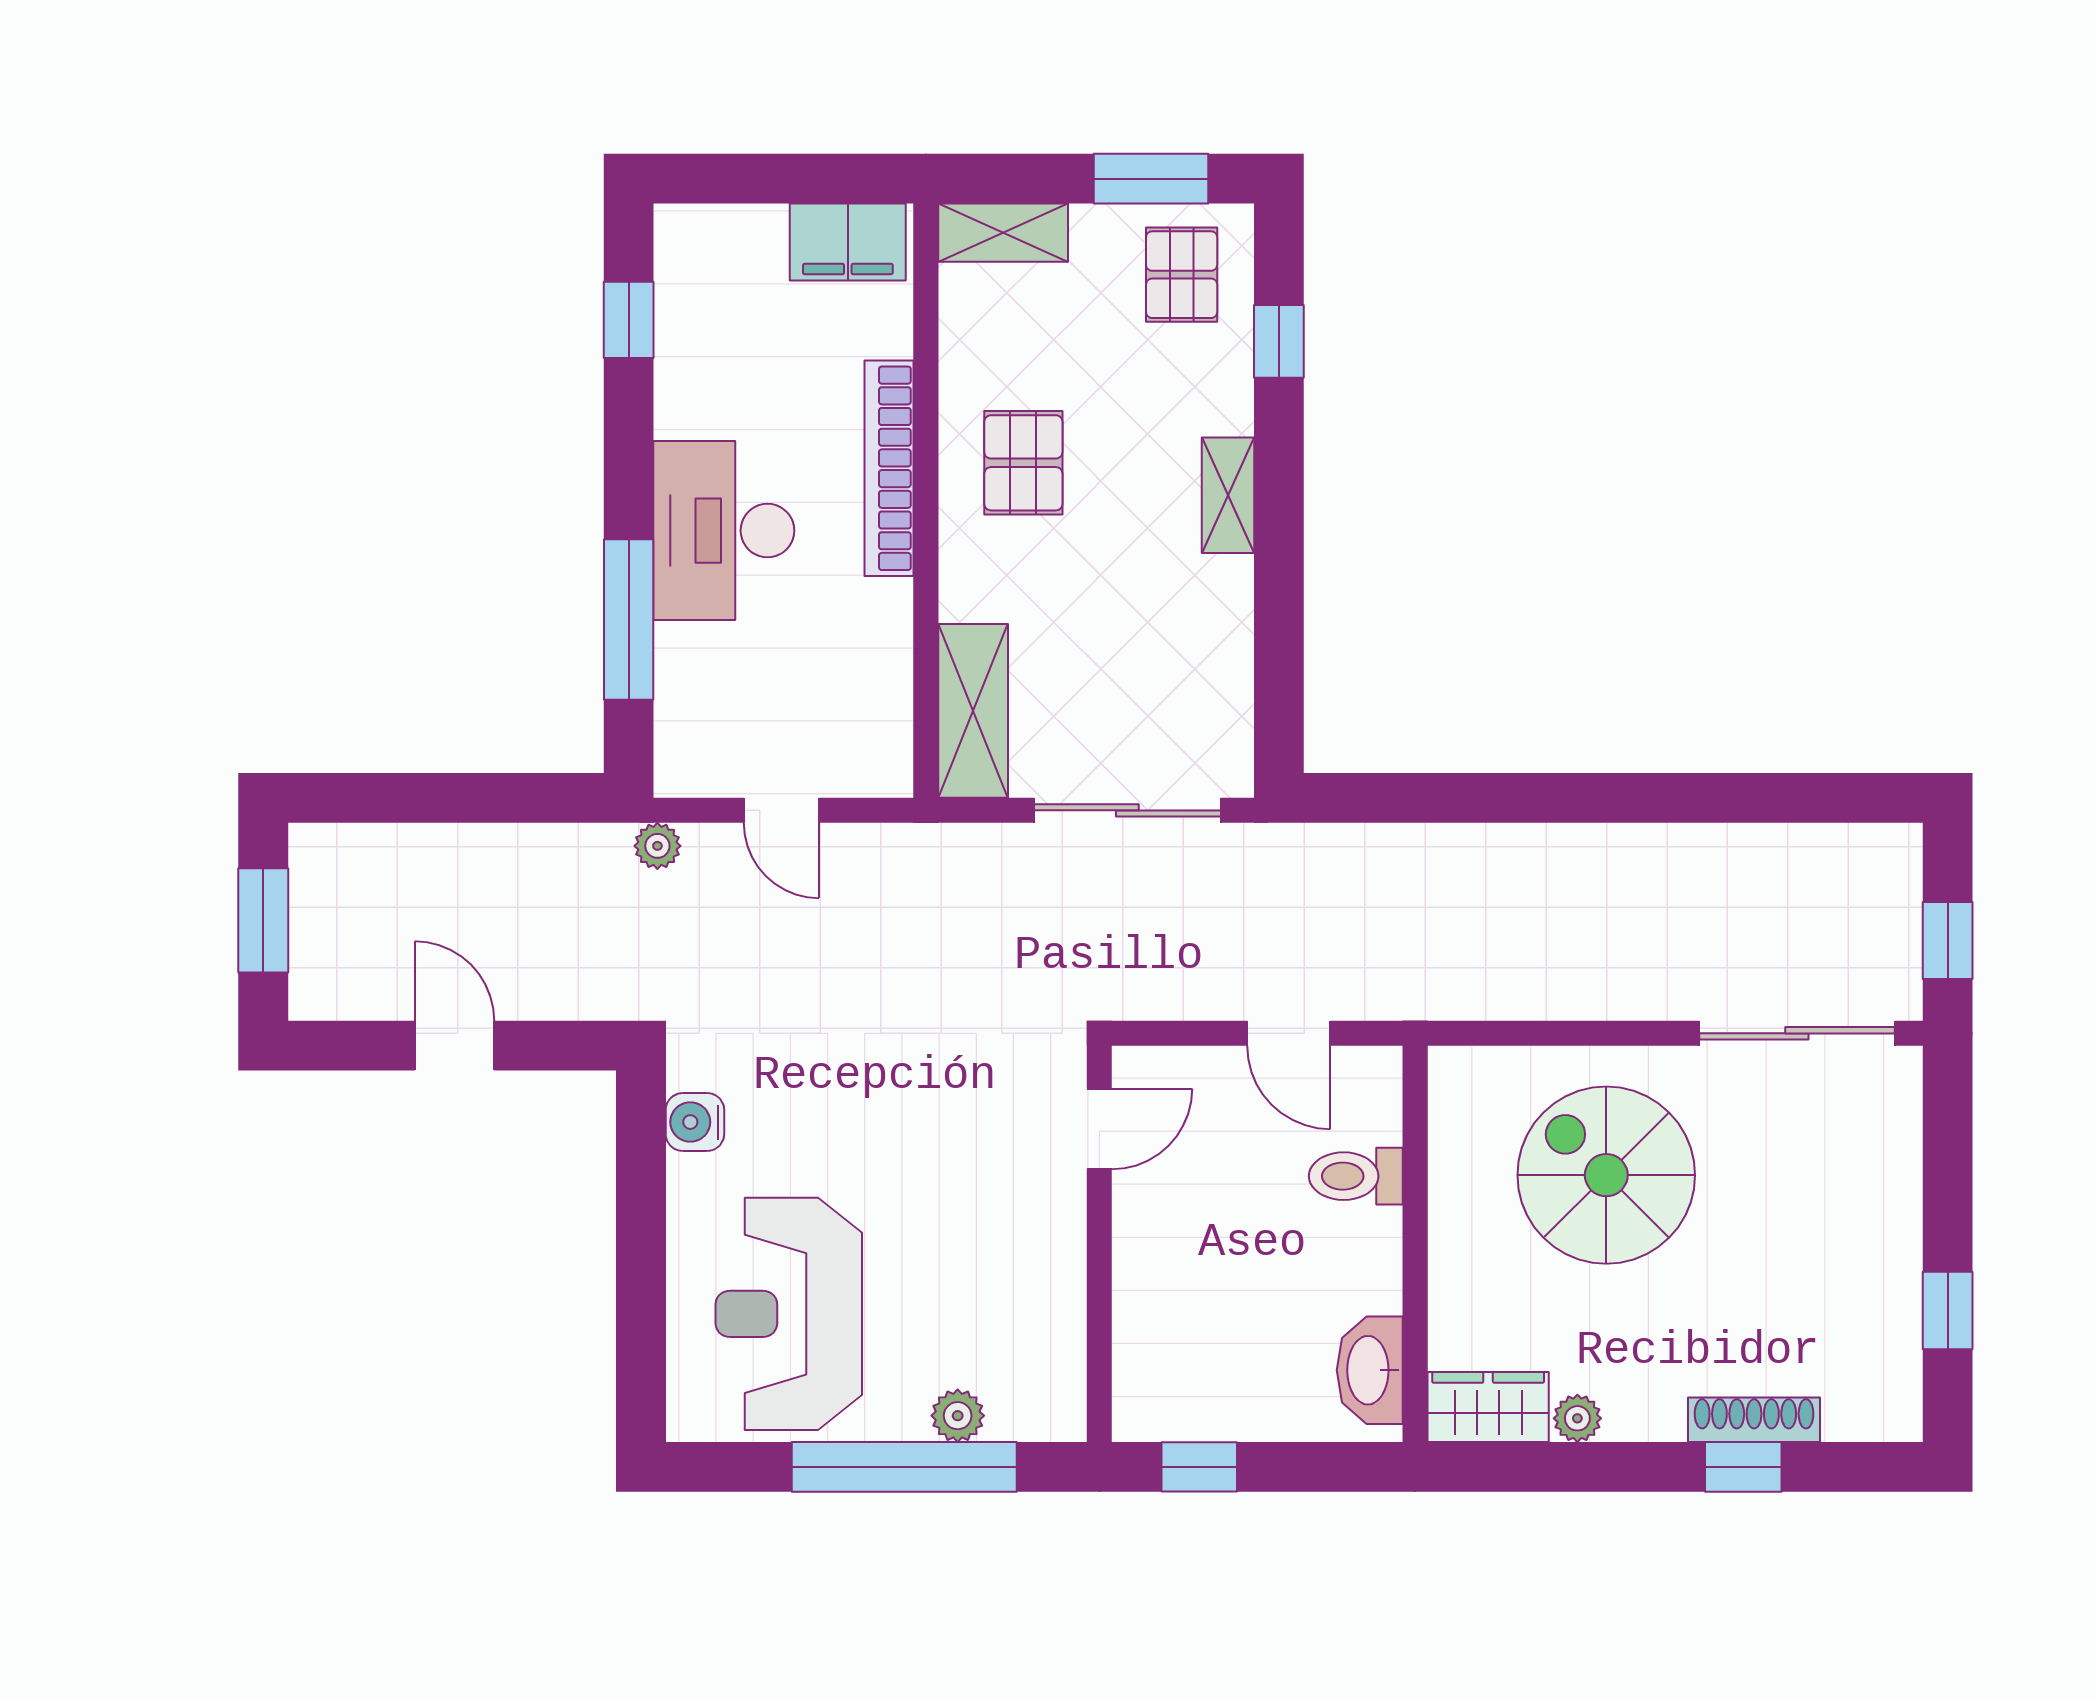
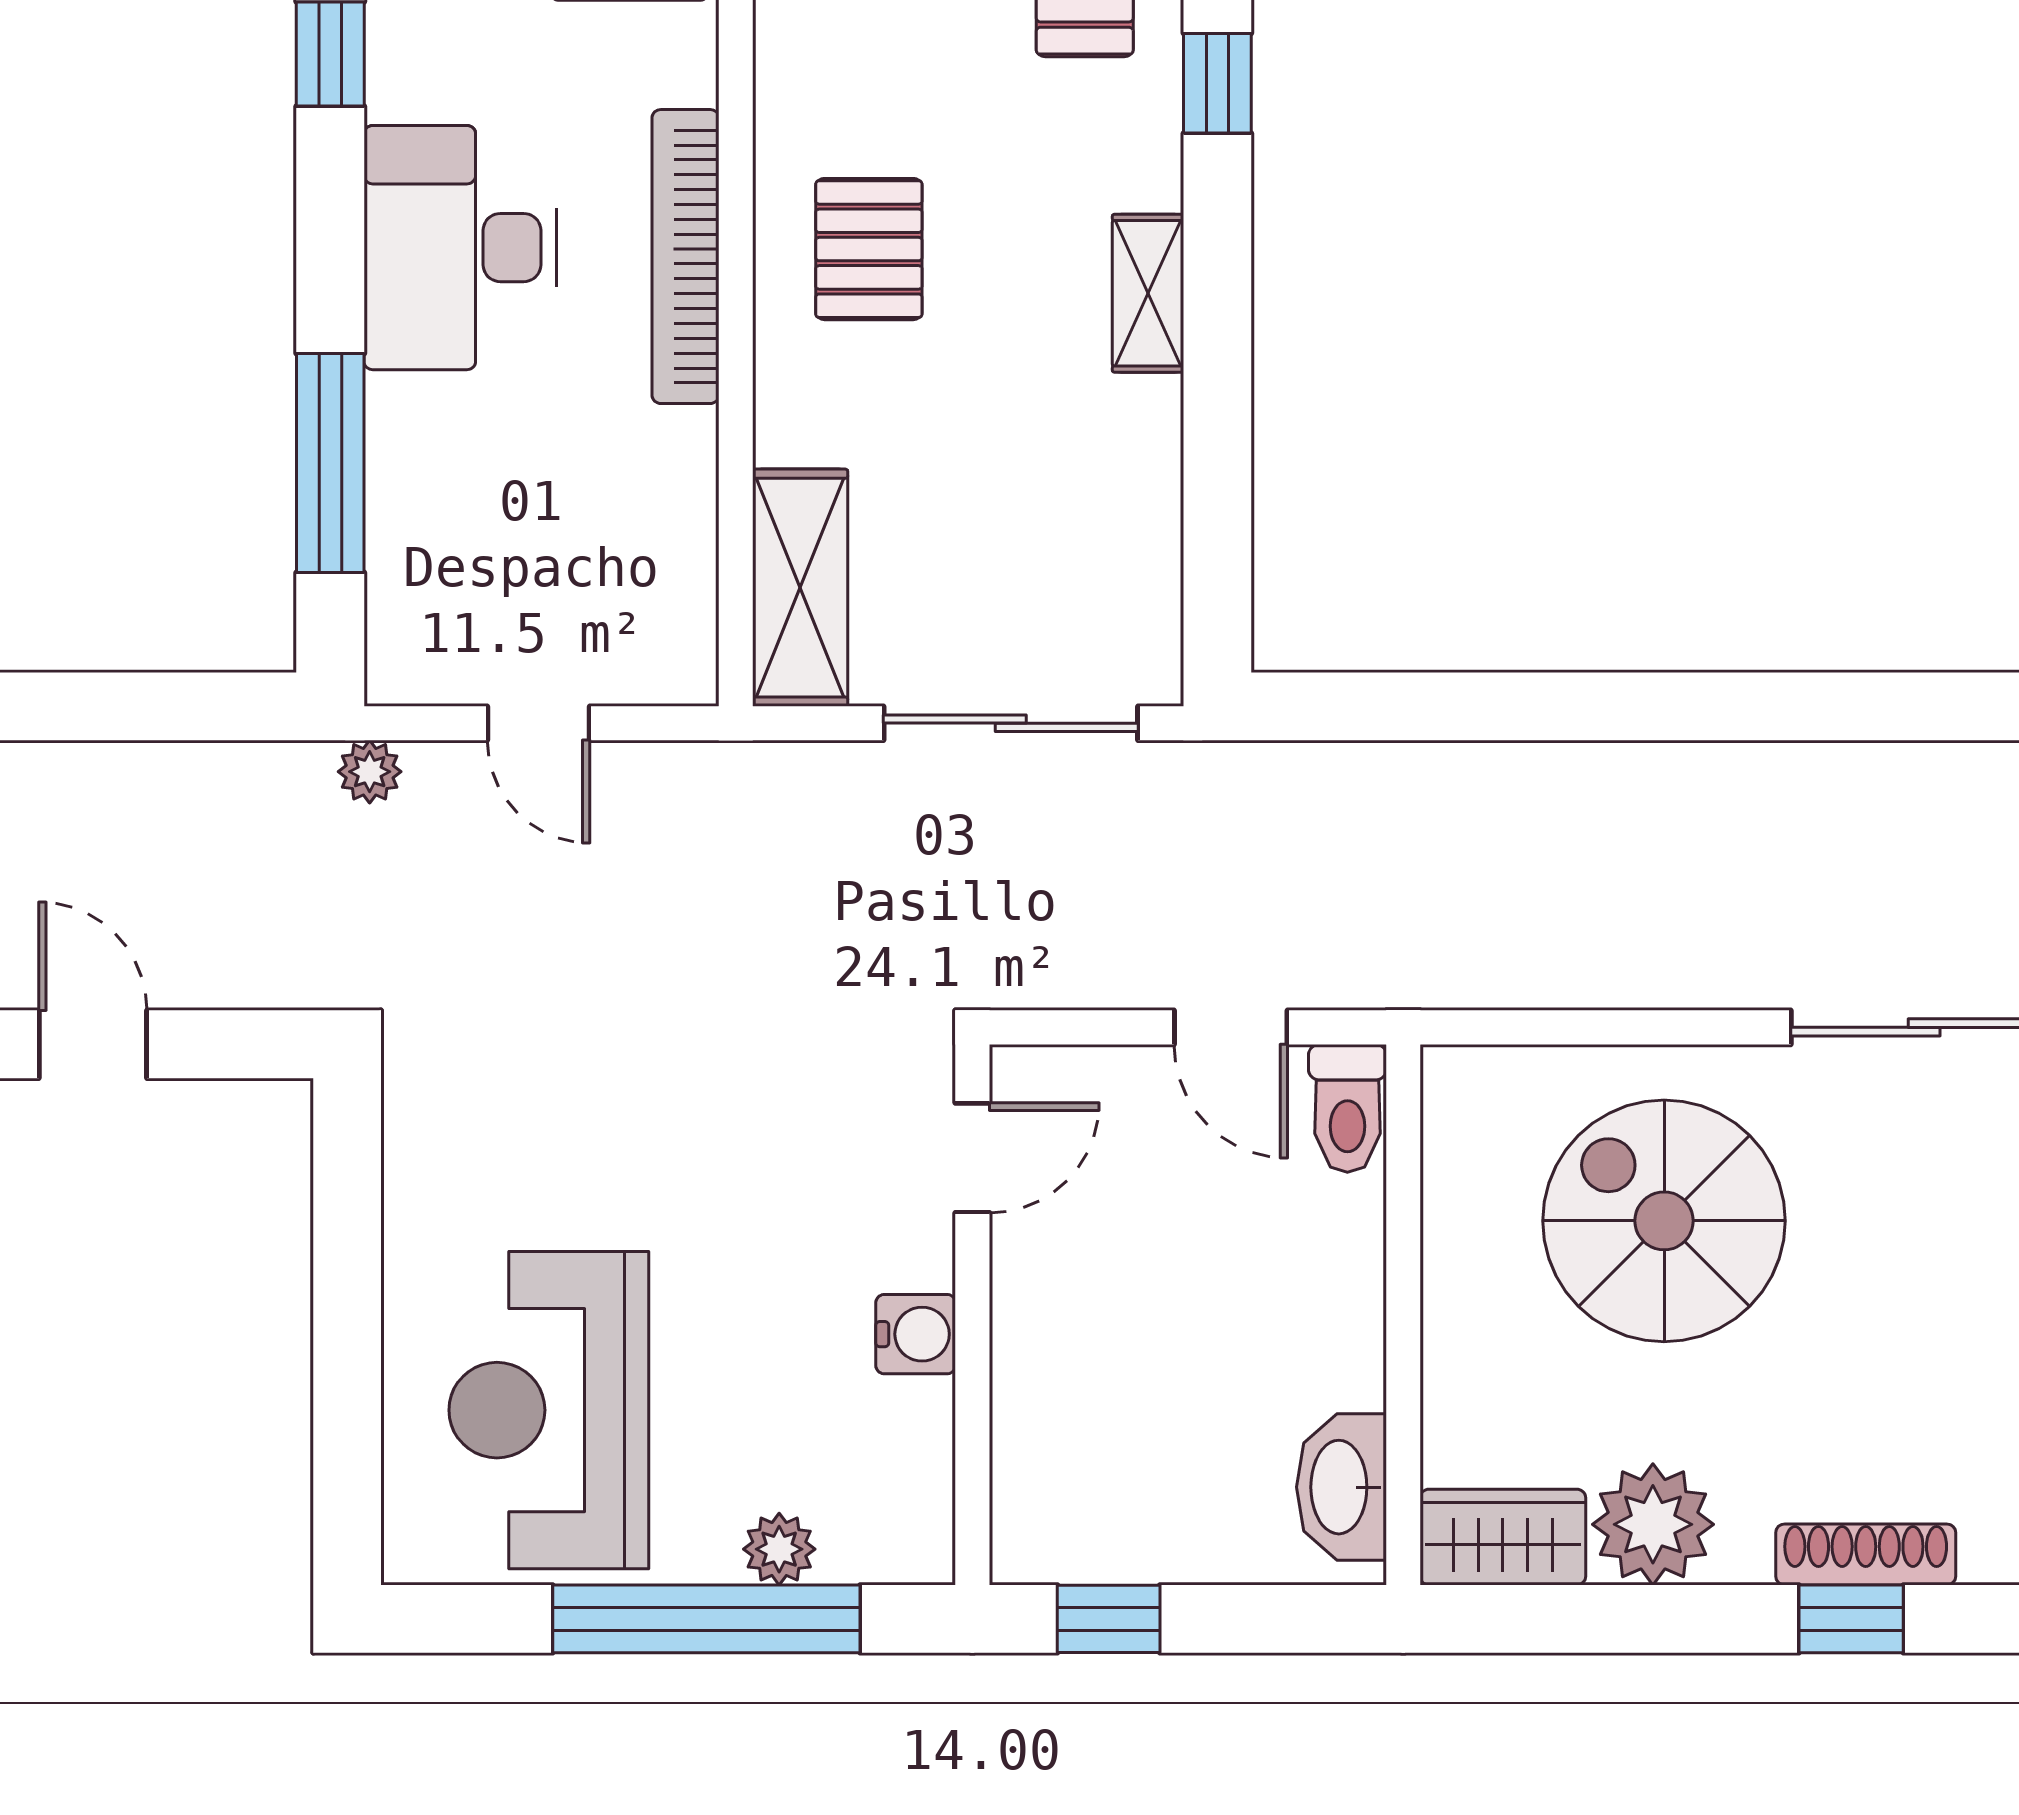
desk: (724, 531) -> (460, 248), moved
water cooler: (695, 1122) -> (916, 1334), moved, turned 180
toilet: (1356, 1176) -> (1347, 1108), moved, turned -90
plant: (1577, 1418) -> (1653, 1524), width x1.88, depth x1.88

